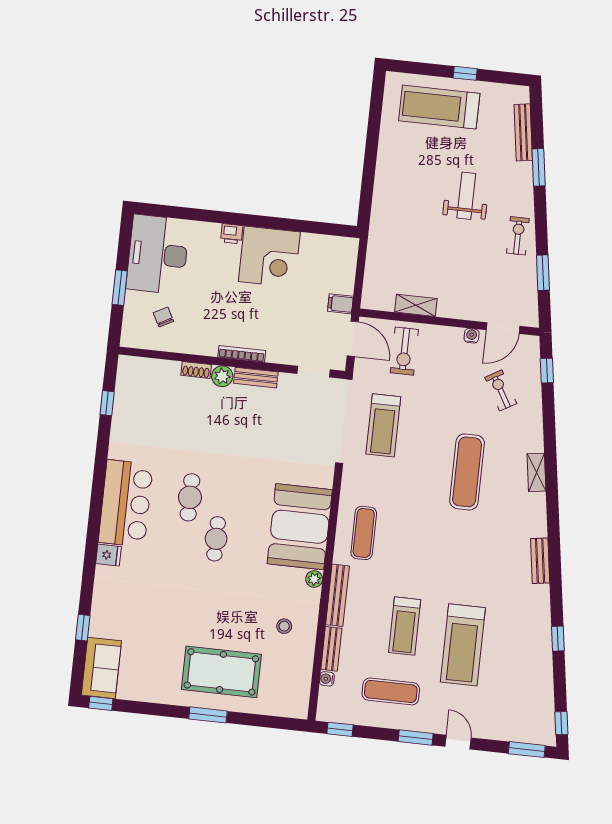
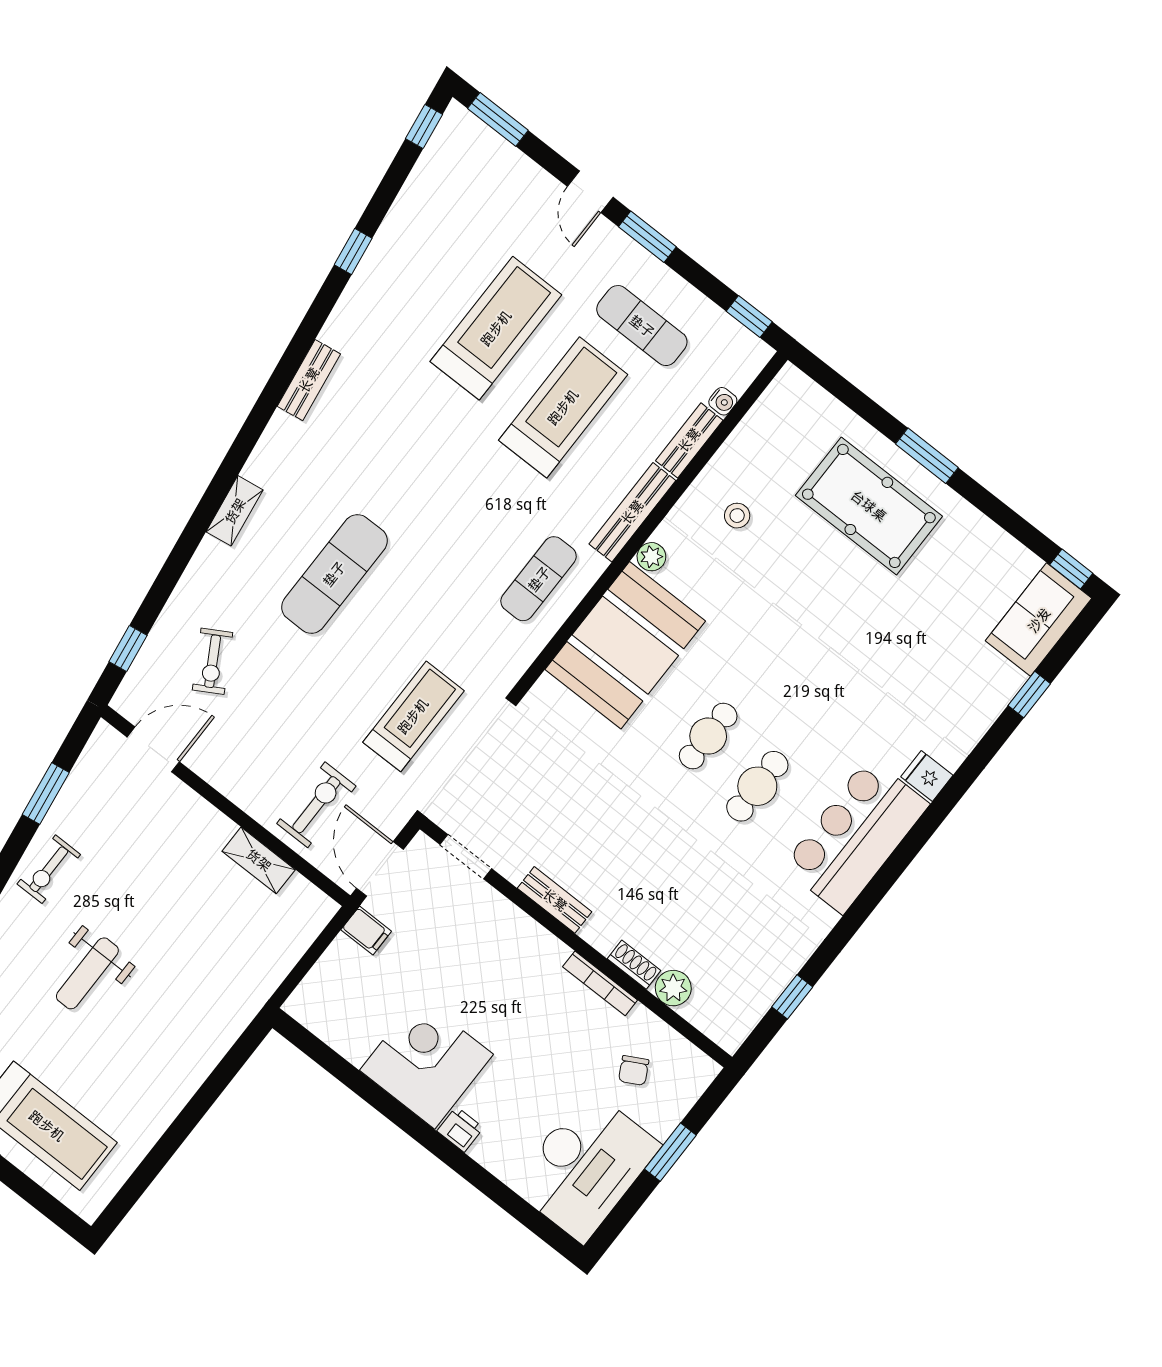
water cooler: (472, 336) -> (206, 767), removed
bookcase: (242, 354) -> (600, 983), moved
plant: (222, 376) -> (673, 988), moved
cafe table: (216, 539) -> (708, 736), moved
treadmill: (405, 626) -> (563, 407), width x1.37, depth x1.38

